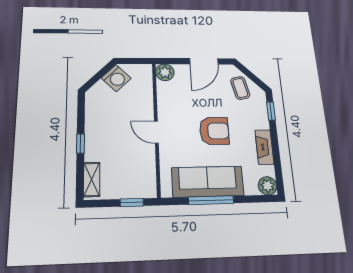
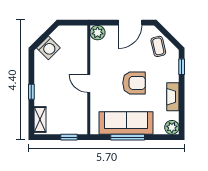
washing machine: (116, 78) -> (48, 48), moved

